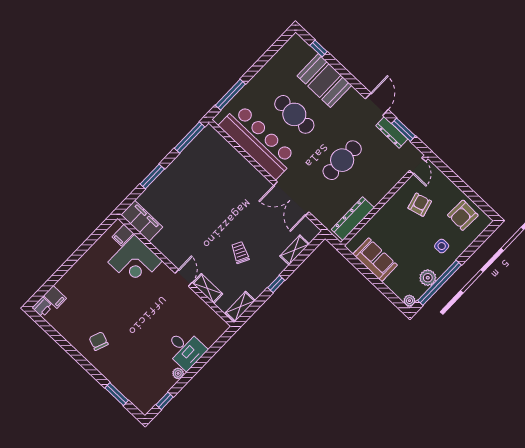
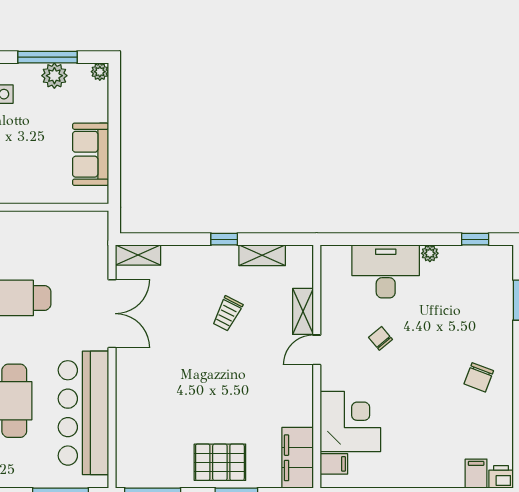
pallet: (174, 183) -> (220, 462), added
dresser: (353, 219) -> (68, 223), removed
shelving: (295, 250) -> (138, 255), moved
window: (439, 283) -> (47, 57), width x0.68
shelving: (240, 307) -> (262, 255), moved
chair: (160, 313) -> (380, 338), added
desk: (185, 349) -> (386, 271), width x1.37

